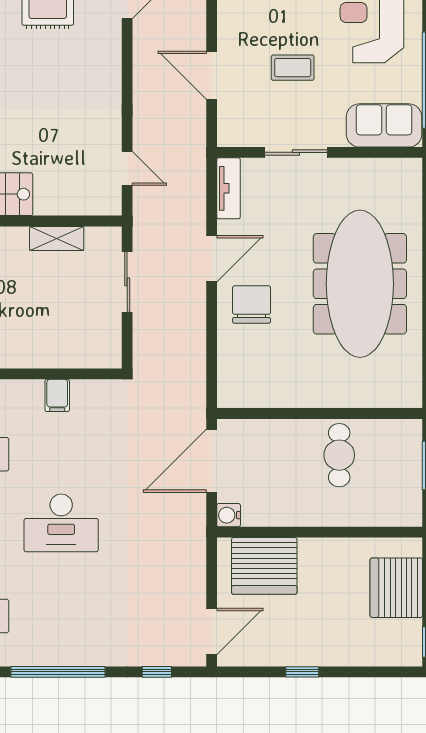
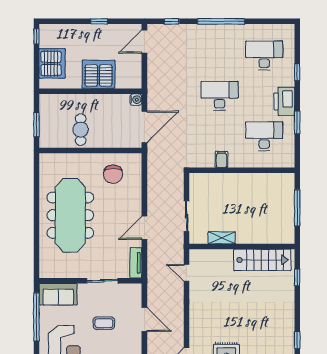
chair: (252, 305) -> (113, 174), moved
server rack: (264, 566) -> (99, 74), moved

